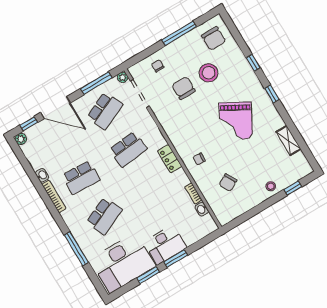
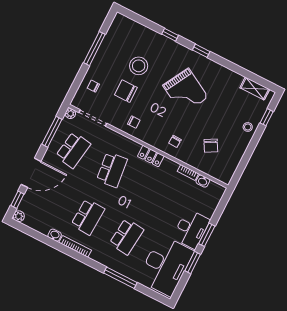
chair: (214, 38) -> (134, 122), moved, width x0.54, depth x0.54
school desk: (105, 111) -> (73, 150), turned 33
shelving: (288, 140) -> (255, 89), moved
school desk: (104, 216) -> (127, 237), turned 30

